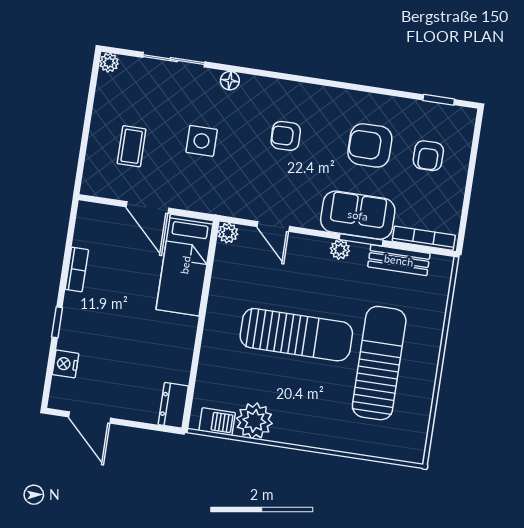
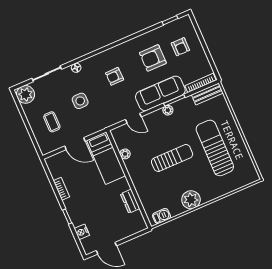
plant: (109, 63) -> (25, 94), width x1.88, depth x1.88
sofa: (358, 215) -> (160, 93), width x1.36
plant: (228, 233) -> (125, 154), moved
bench: (399, 260) -> (207, 94), moved
sun lounger: (296, 335) -> (172, 158), width x0.73, depth x0.75
dresser: (173, 405) -> (130, 201), moved
plant: (254, 421) -> (191, 200), moved

